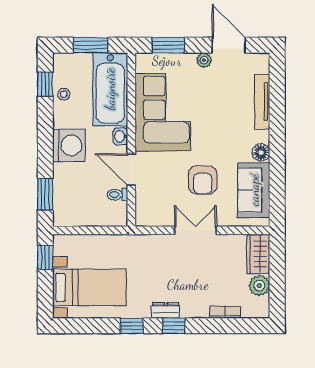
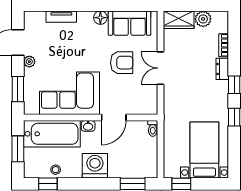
tv unit: (262, 102) -> (61, 17), width x0.71
toilet: (117, 195) -> (153, 128), moved
dresser: (166, 310) -> (222, 69), moved

